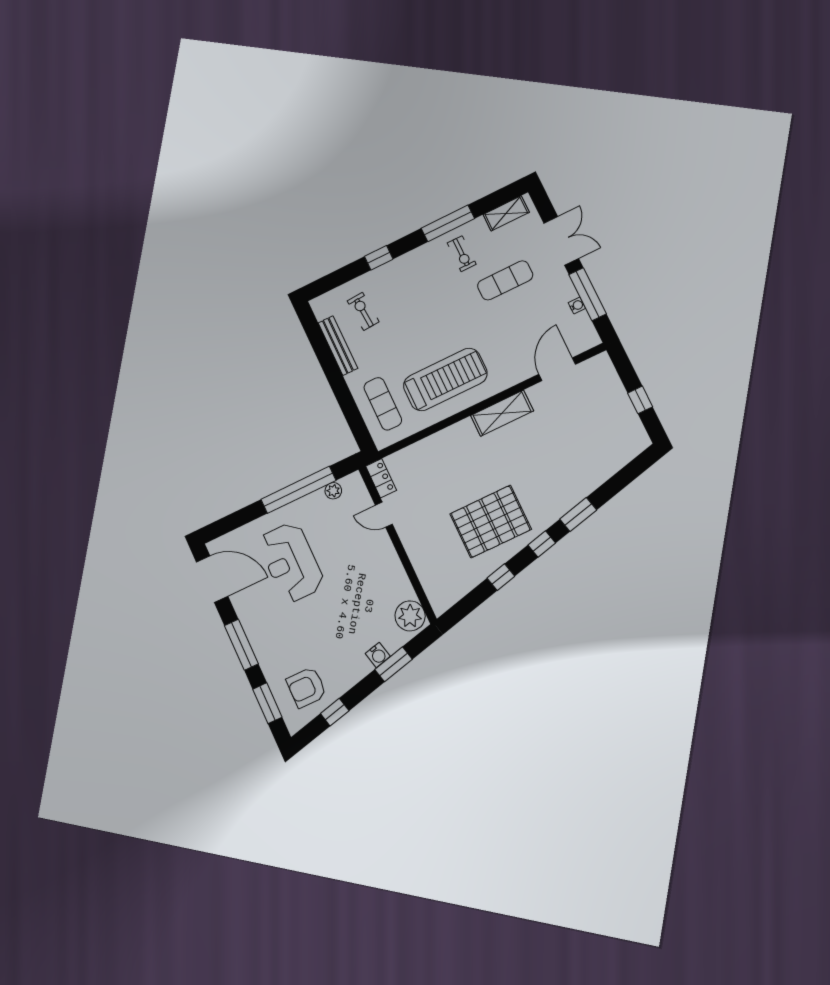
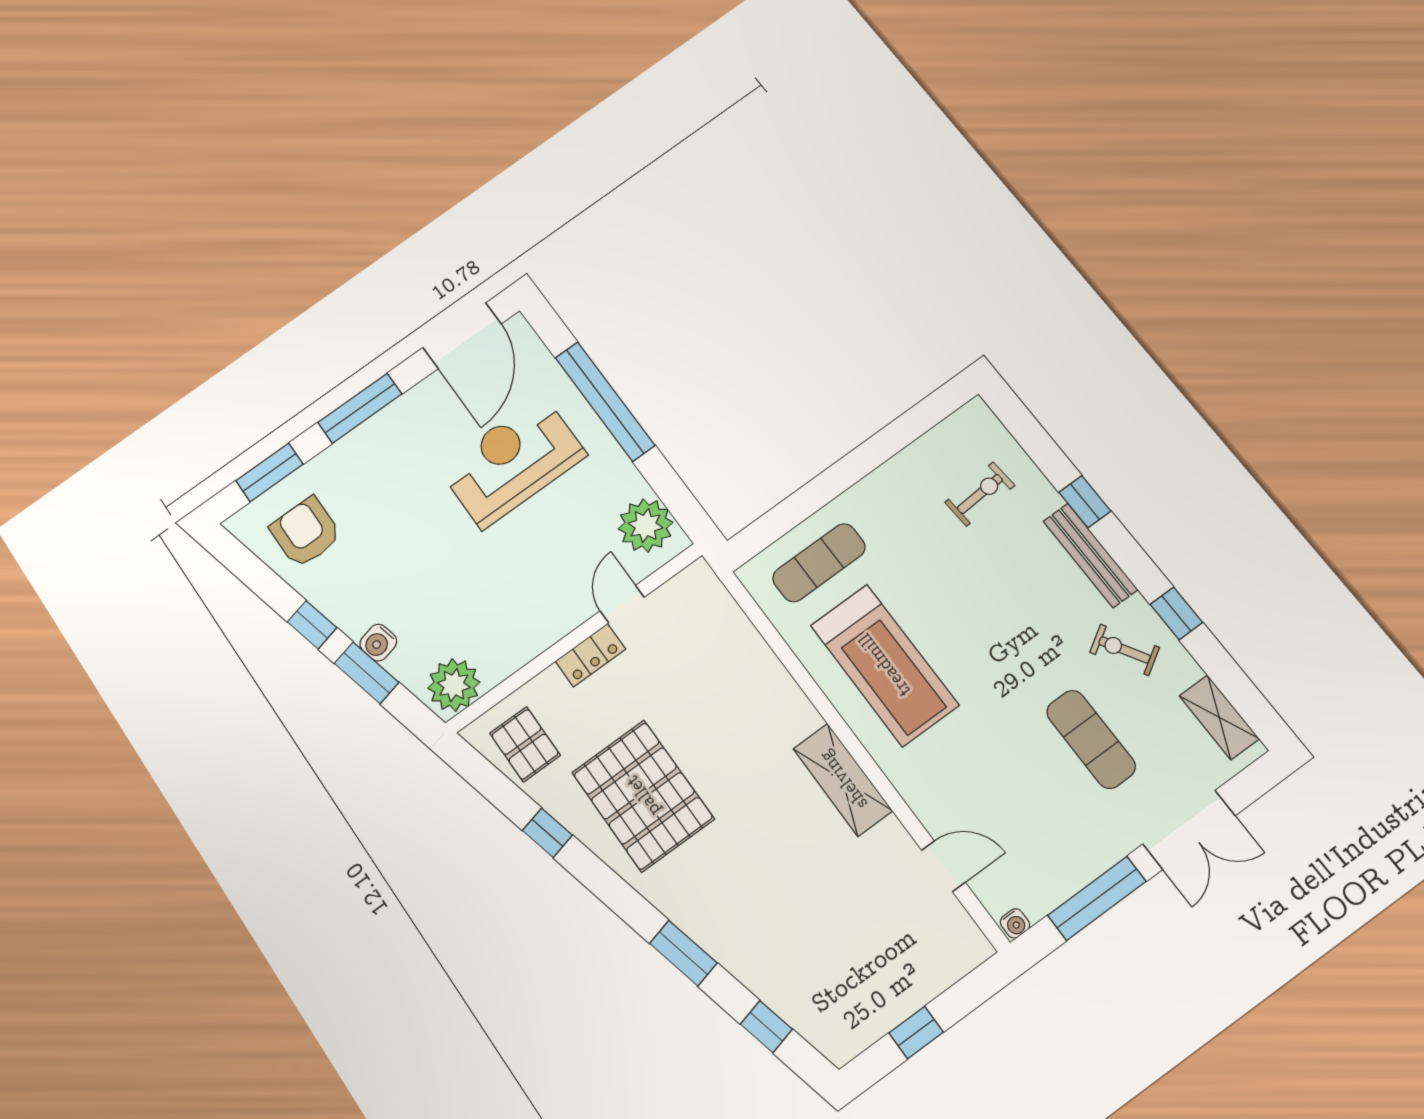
window: (448, 223) -> (1176, 613), width x0.46
exercise bike: (462, 254) -> (1124, 650), turned 59
water cooler: (577, 306) -> (1015, 923), moved
bench: (338, 346) -> (1090, 555), moved, turned 90
door: (557, 369) -> (943, 866), width x0.73
locker: (381, 478) -> (590, 655), moved
window: (298, 490) -> (605, 401), moved
plant: (333, 491) -> (646, 526), width x1.87, depth x1.87
window: (542, 544) -> (766, 1027), moved
pallet: (450, 581) -> (525, 744), added
window: (335, 712) -> (312, 625), moved

